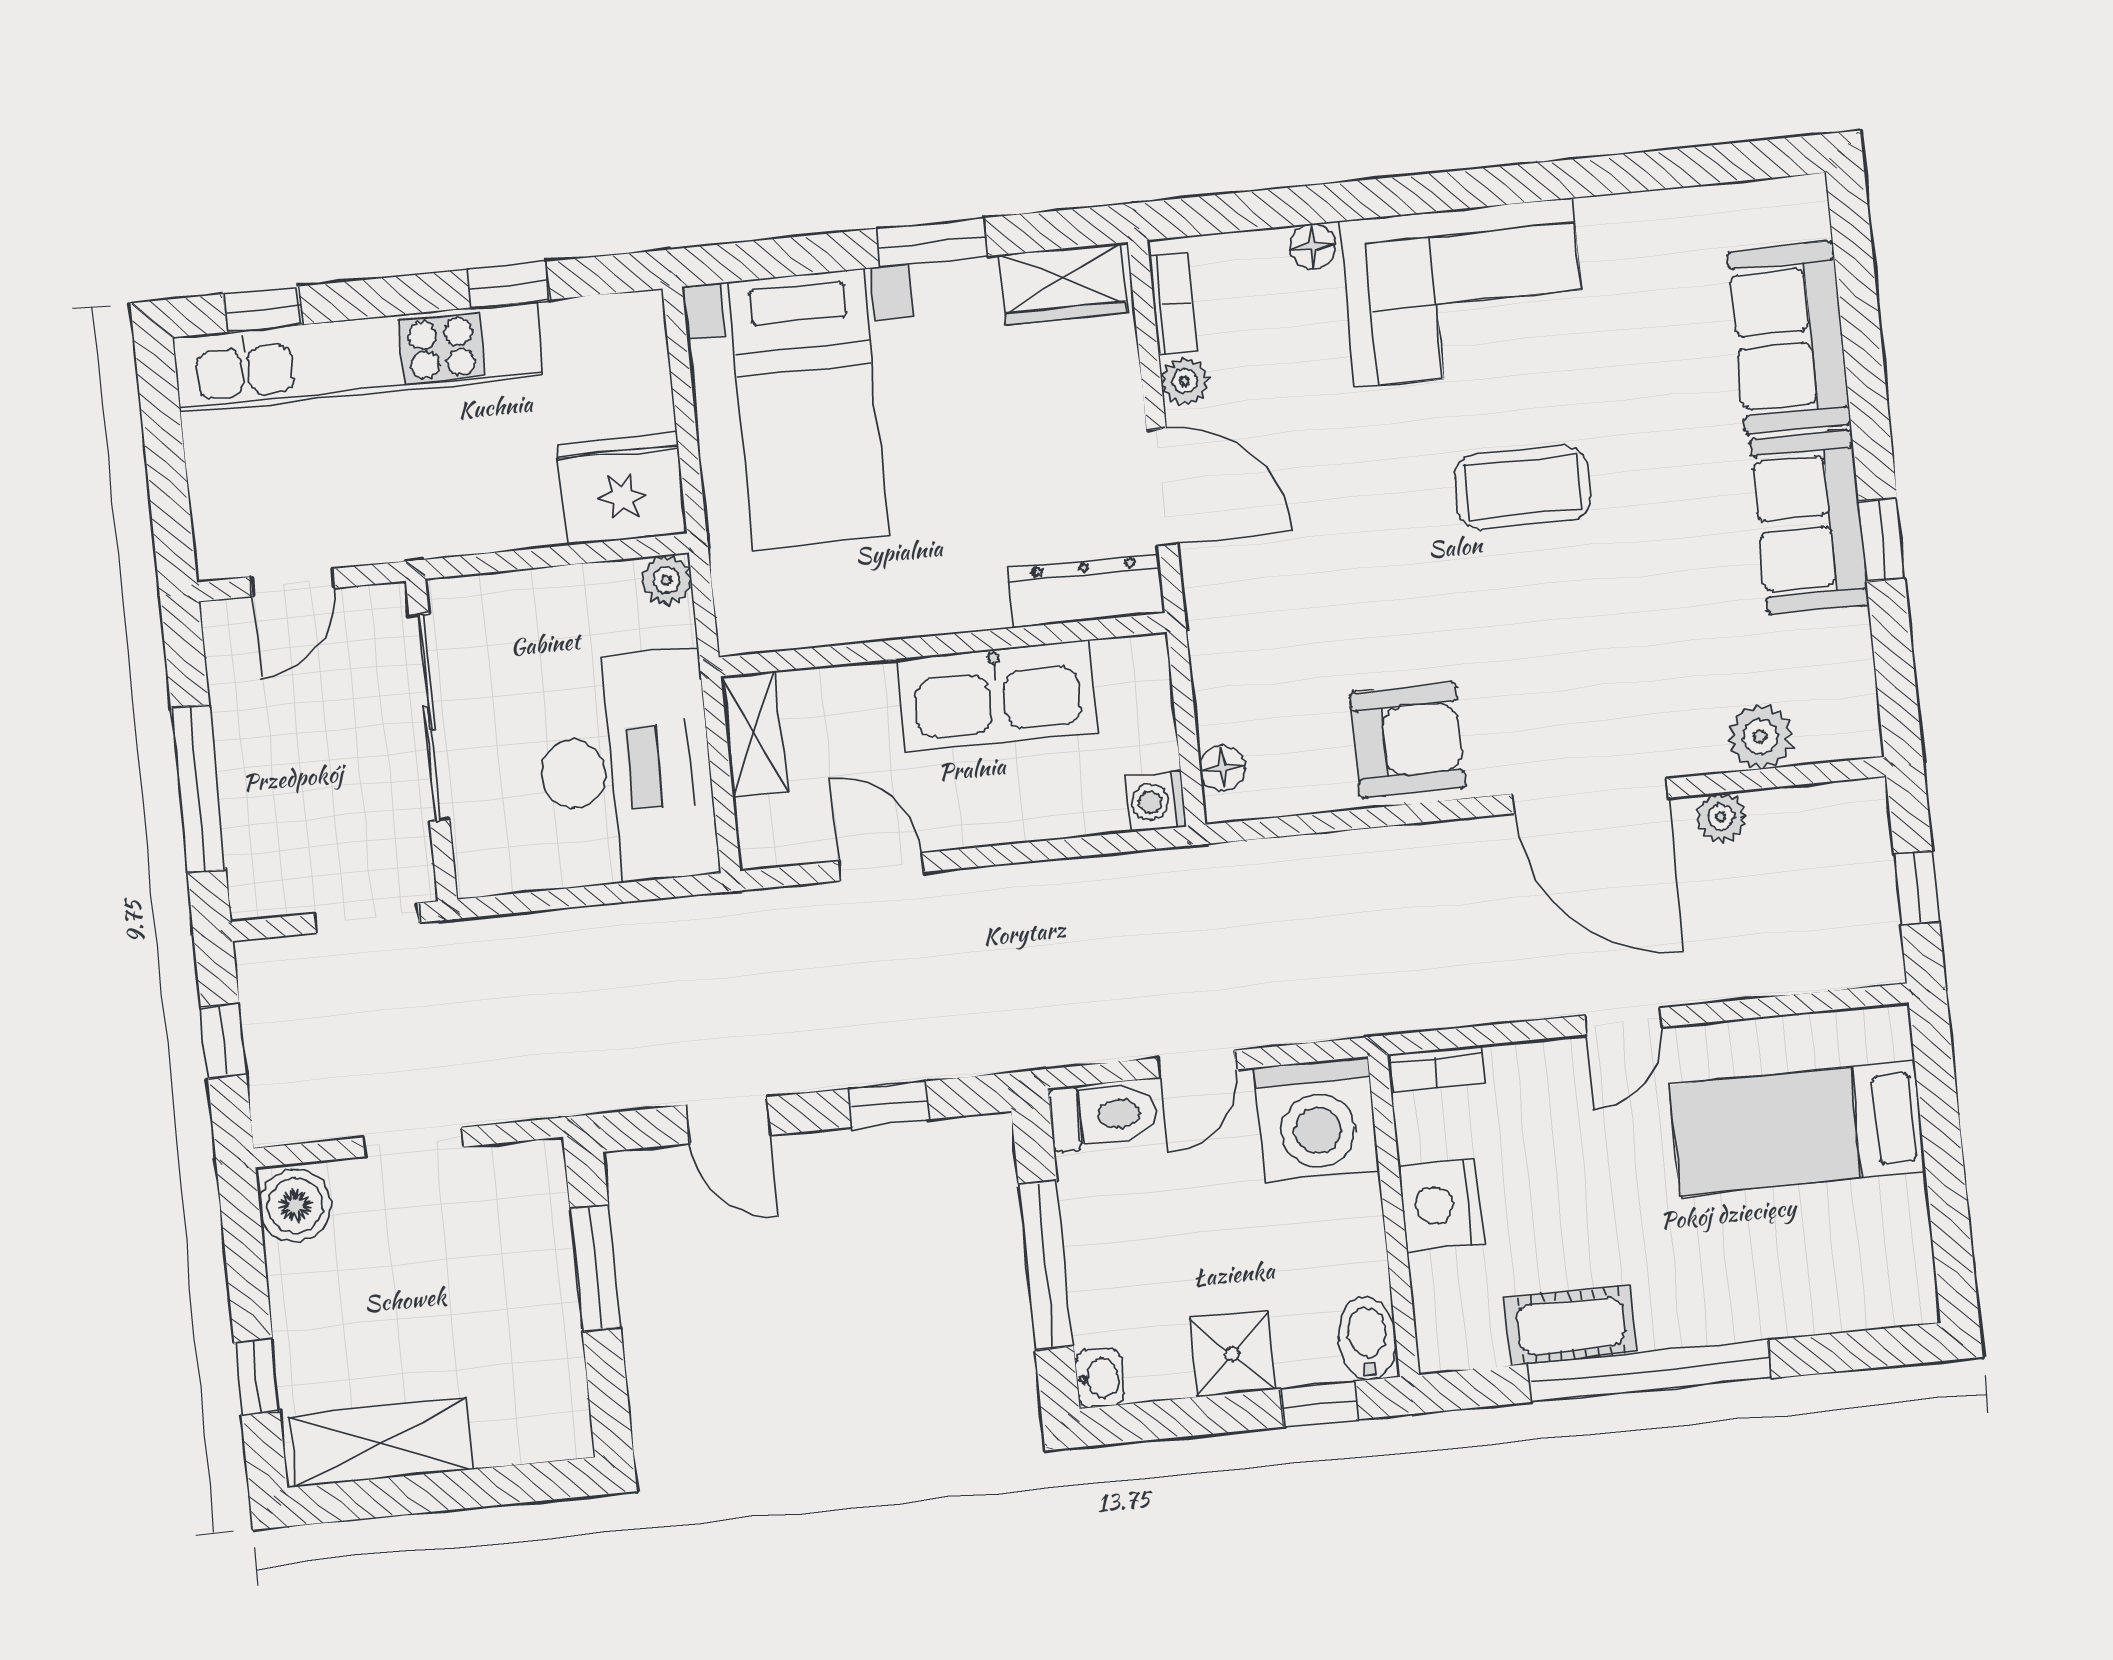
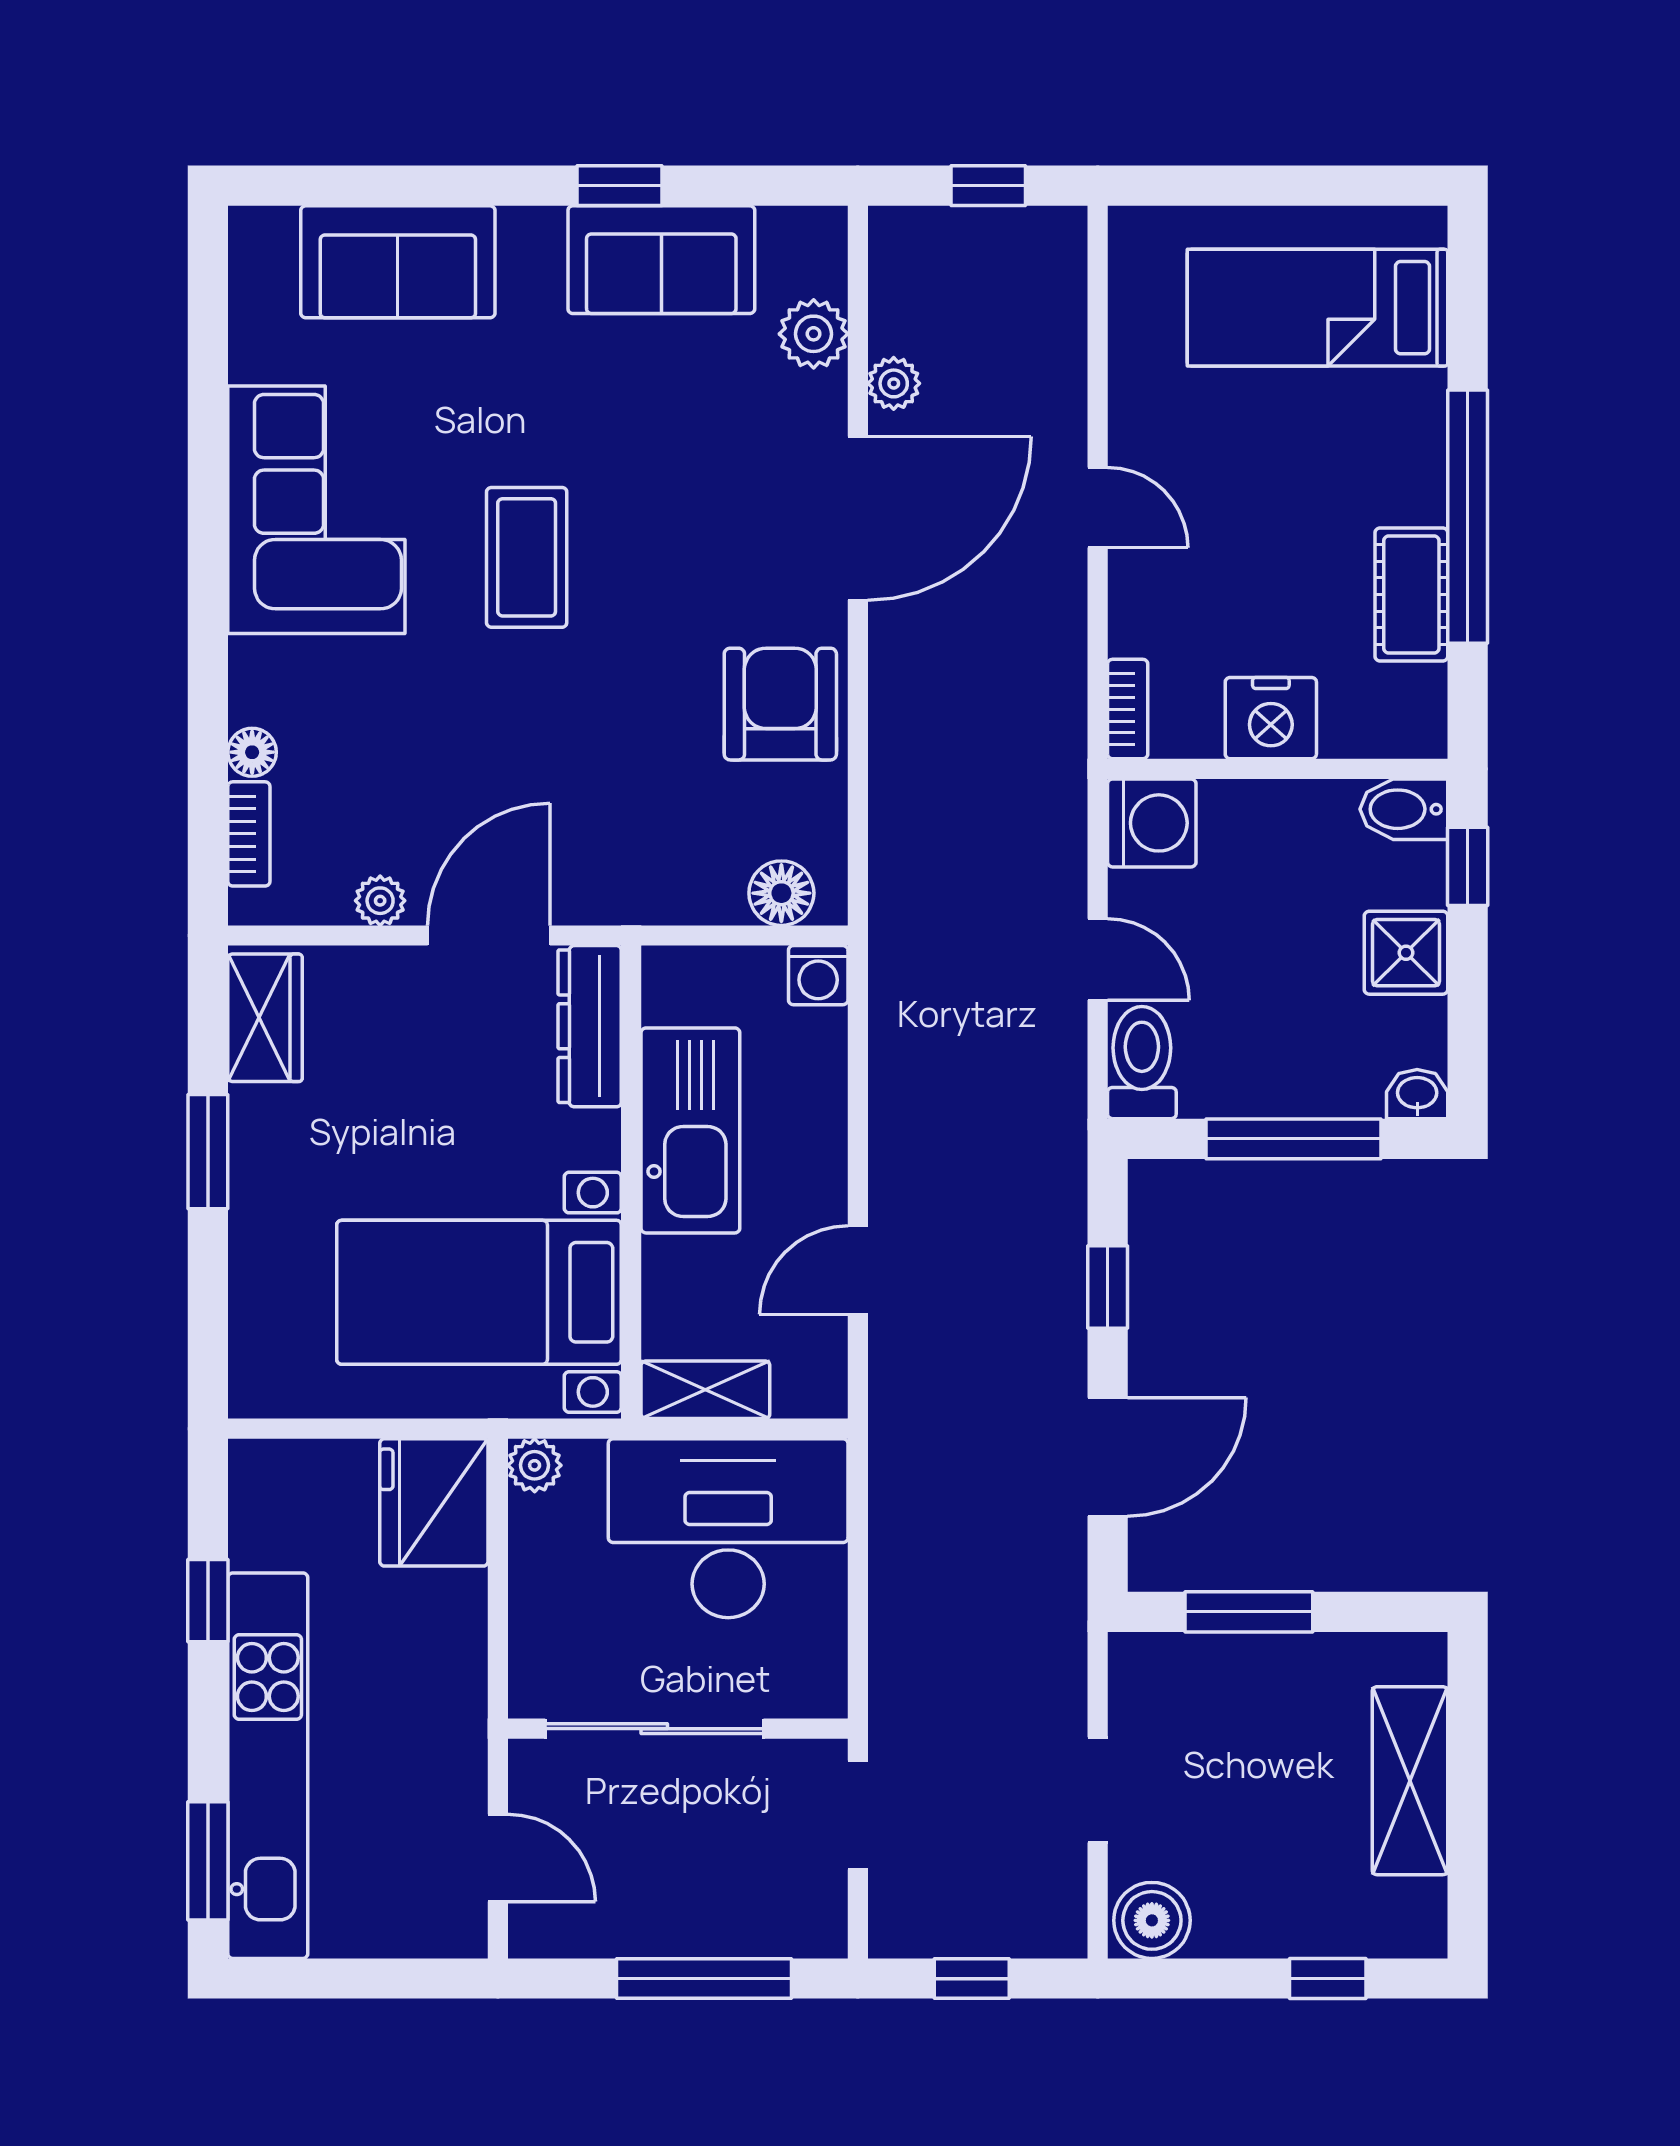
corner sofa: (1463, 293) -> (316, 510), moved
bookcase: (1173, 304) -> (249, 834), moved, turned 90
window: (262, 309) -> (208, 1861), width x1.50
bed with nightstands: (808, 409) -> (479, 1292), moved, turned 180
sofa: (1810, 522) -> (661, 260), moved
floor lamp: (1222, 768) -> (781, 893), width x1.37, depth x1.37
washing machine: (1317, 1119) -> (1152, 823), width x0.73, depth x0.73
door: (728, 1120) -> (1108, 1457), width x1.38
bed: (1797, 1128) -> (1317, 308), moved, turned 90
shelving: (381, 1443) -> (1410, 1781), moved

